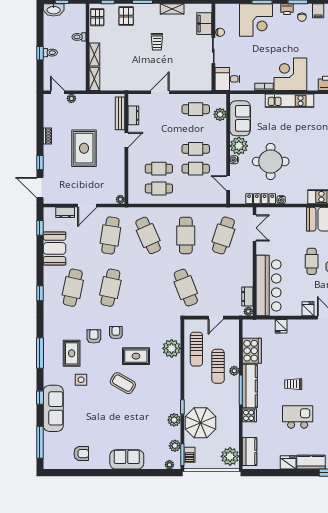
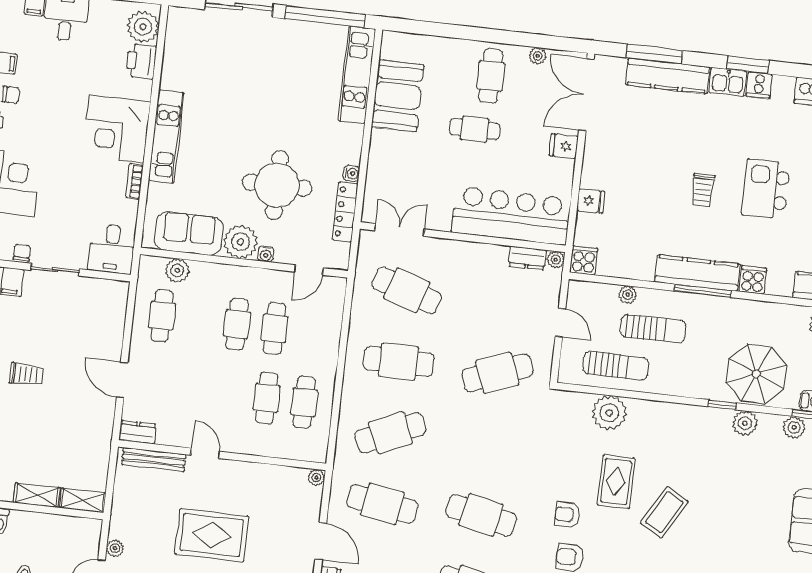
dresser: (133, 115) -> (138, 432), moved
cooker: (252, 351) -> (584, 260), moved, width x0.53, depth x0.76
plant: (234, 371) -> (628, 295), moved

